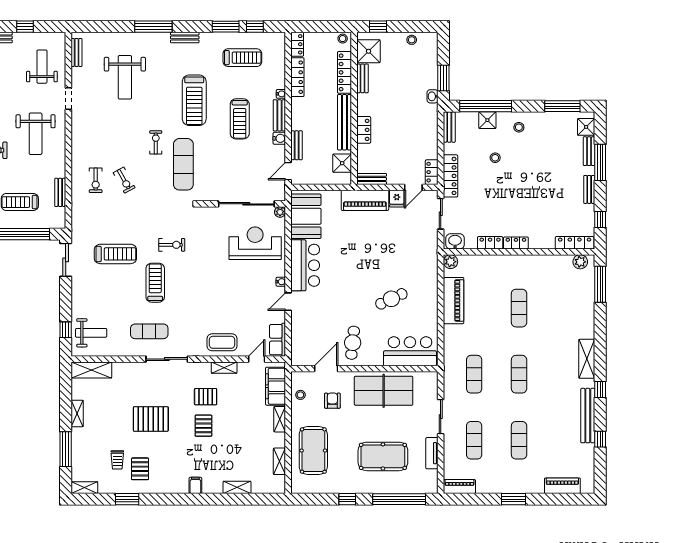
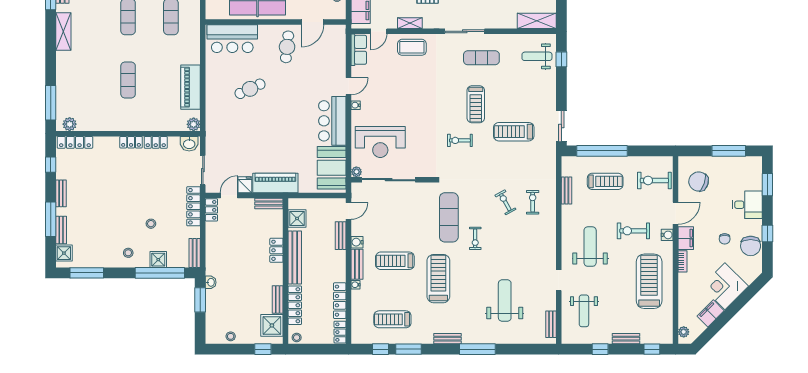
treadmill: (240, 119) -> (395, 261), turned -90

